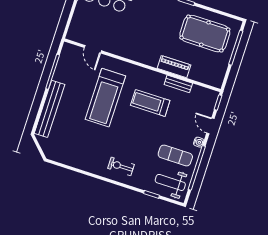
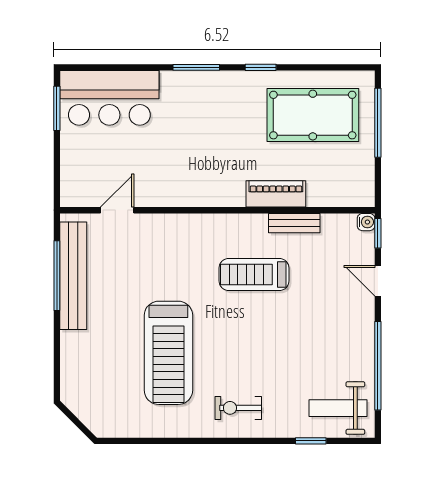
door: (93, 49) -> (117, 210), swing flipped
treadmill: (105, 98) -> (168, 353), moved
bench: (50, 109) -> (73, 276), moved
water cooler: (199, 142) -> (366, 222), moved
exercise mat: (175, 155) -> (331, 356), removed

